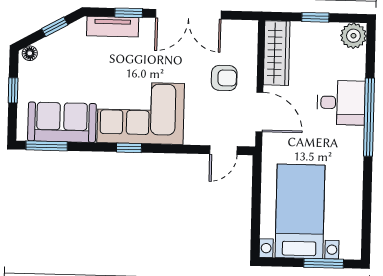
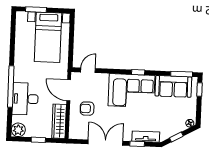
window: (13, 90) -> (199, 89), moved
desk: (341, 103) -> (25, 99), width x1.37

